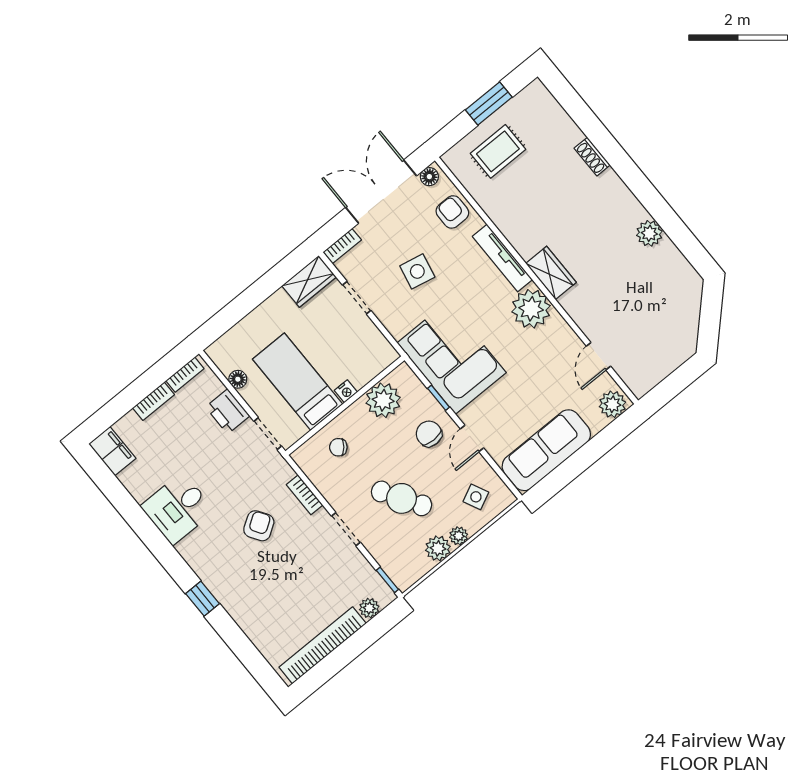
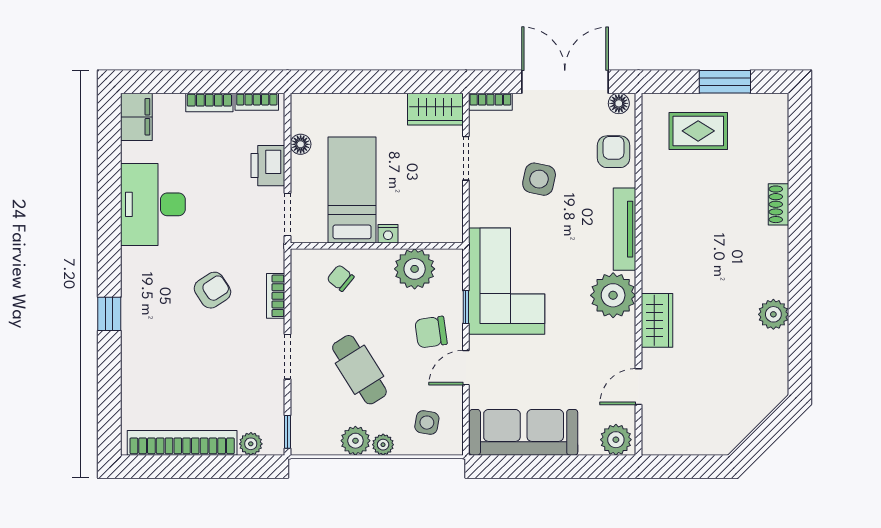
wardrobe: (551, 273) -> (657, 320), moved
chair: (429, 434) -> (431, 332), turned -98
side table: (476, 497) -> (427, 423), turned 36
desk: (178, 508) -> (153, 204), width x1.37

